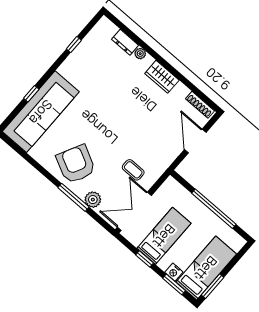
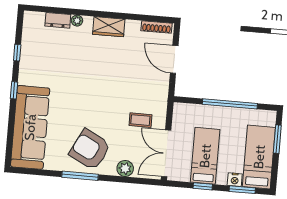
window: (31, 94) -> (14, 90), moved
window: (73, 197) -> (80, 176), moved
window: (213, 286) -> (277, 139), moved

